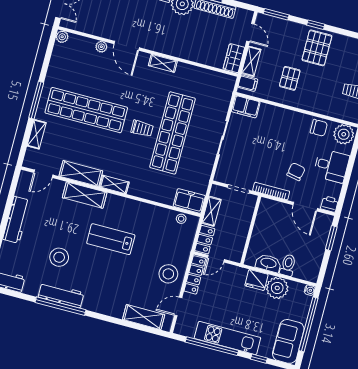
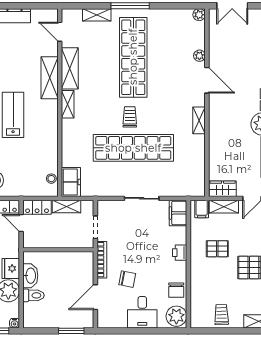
door: (127, 46) -> (207, 80), swing flipped
trolley: (142, 128) -> (130, 117), turned 180
printer: (329, 204) -> (180, 253), moved, turned 180

